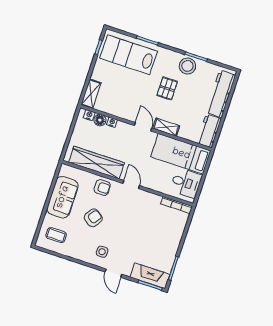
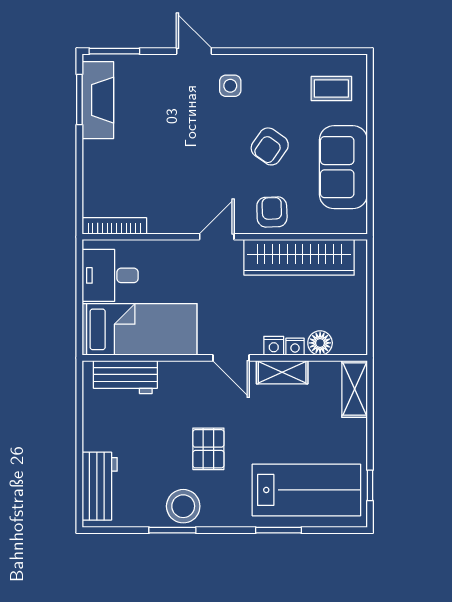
workbench: (221, 94) -> (100, 486), width x0.73
nightstand: (89, 115) -> (274, 346), moved
shelving: (166, 127) -> (282, 372), moved
workbench: (209, 131) -> (125, 377), moved, turned 90
door: (131, 184) -> (217, 237), swing flipped
armchair: (102, 187) -> (272, 212), turned 88
fireplace: (150, 276) -> (98, 100), moved, turned -90

